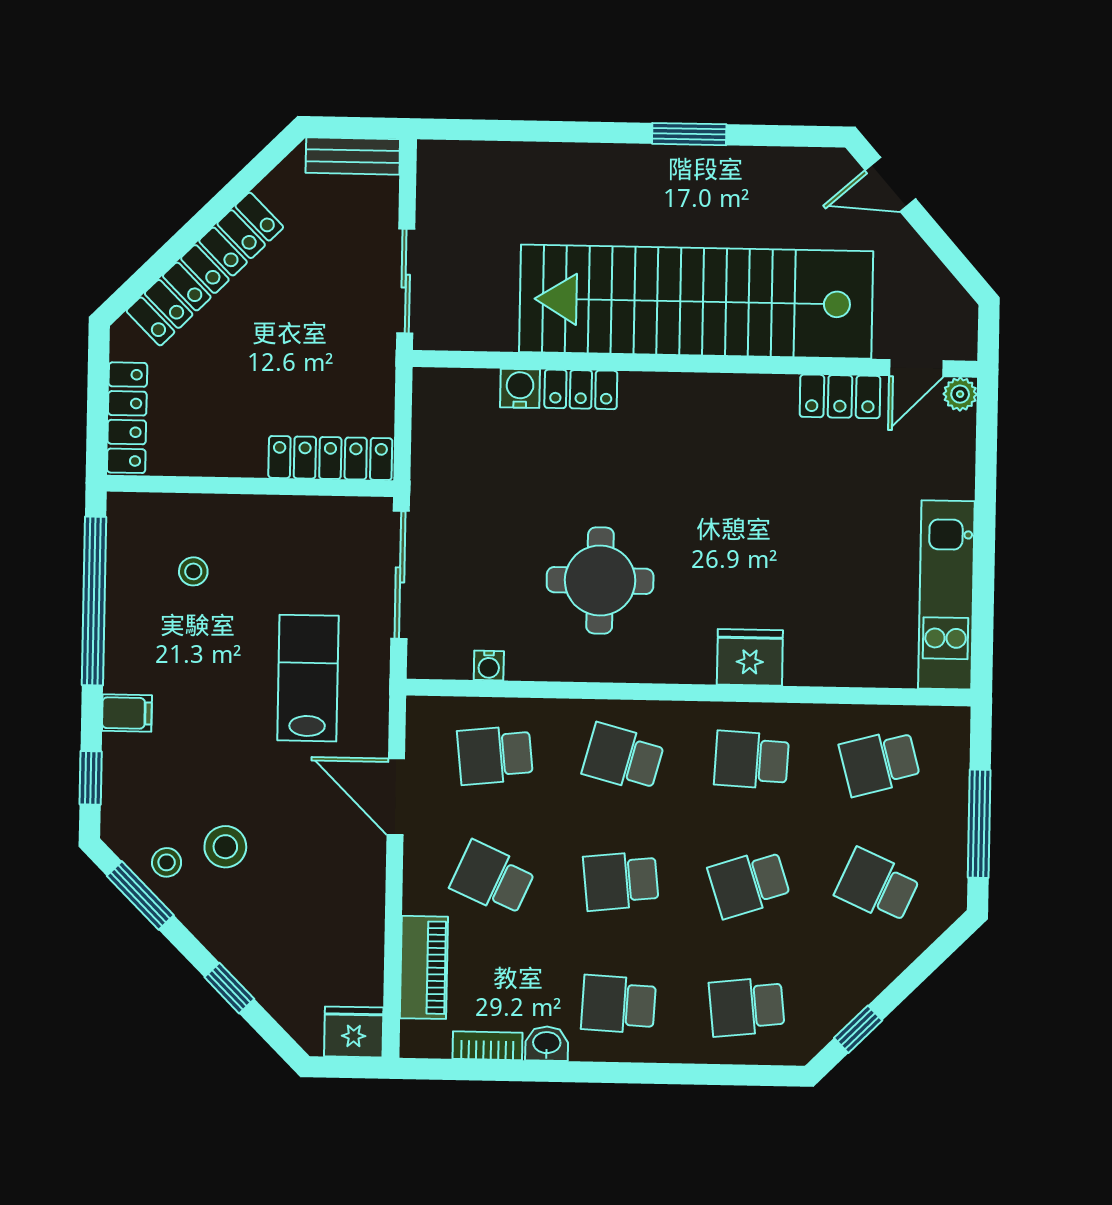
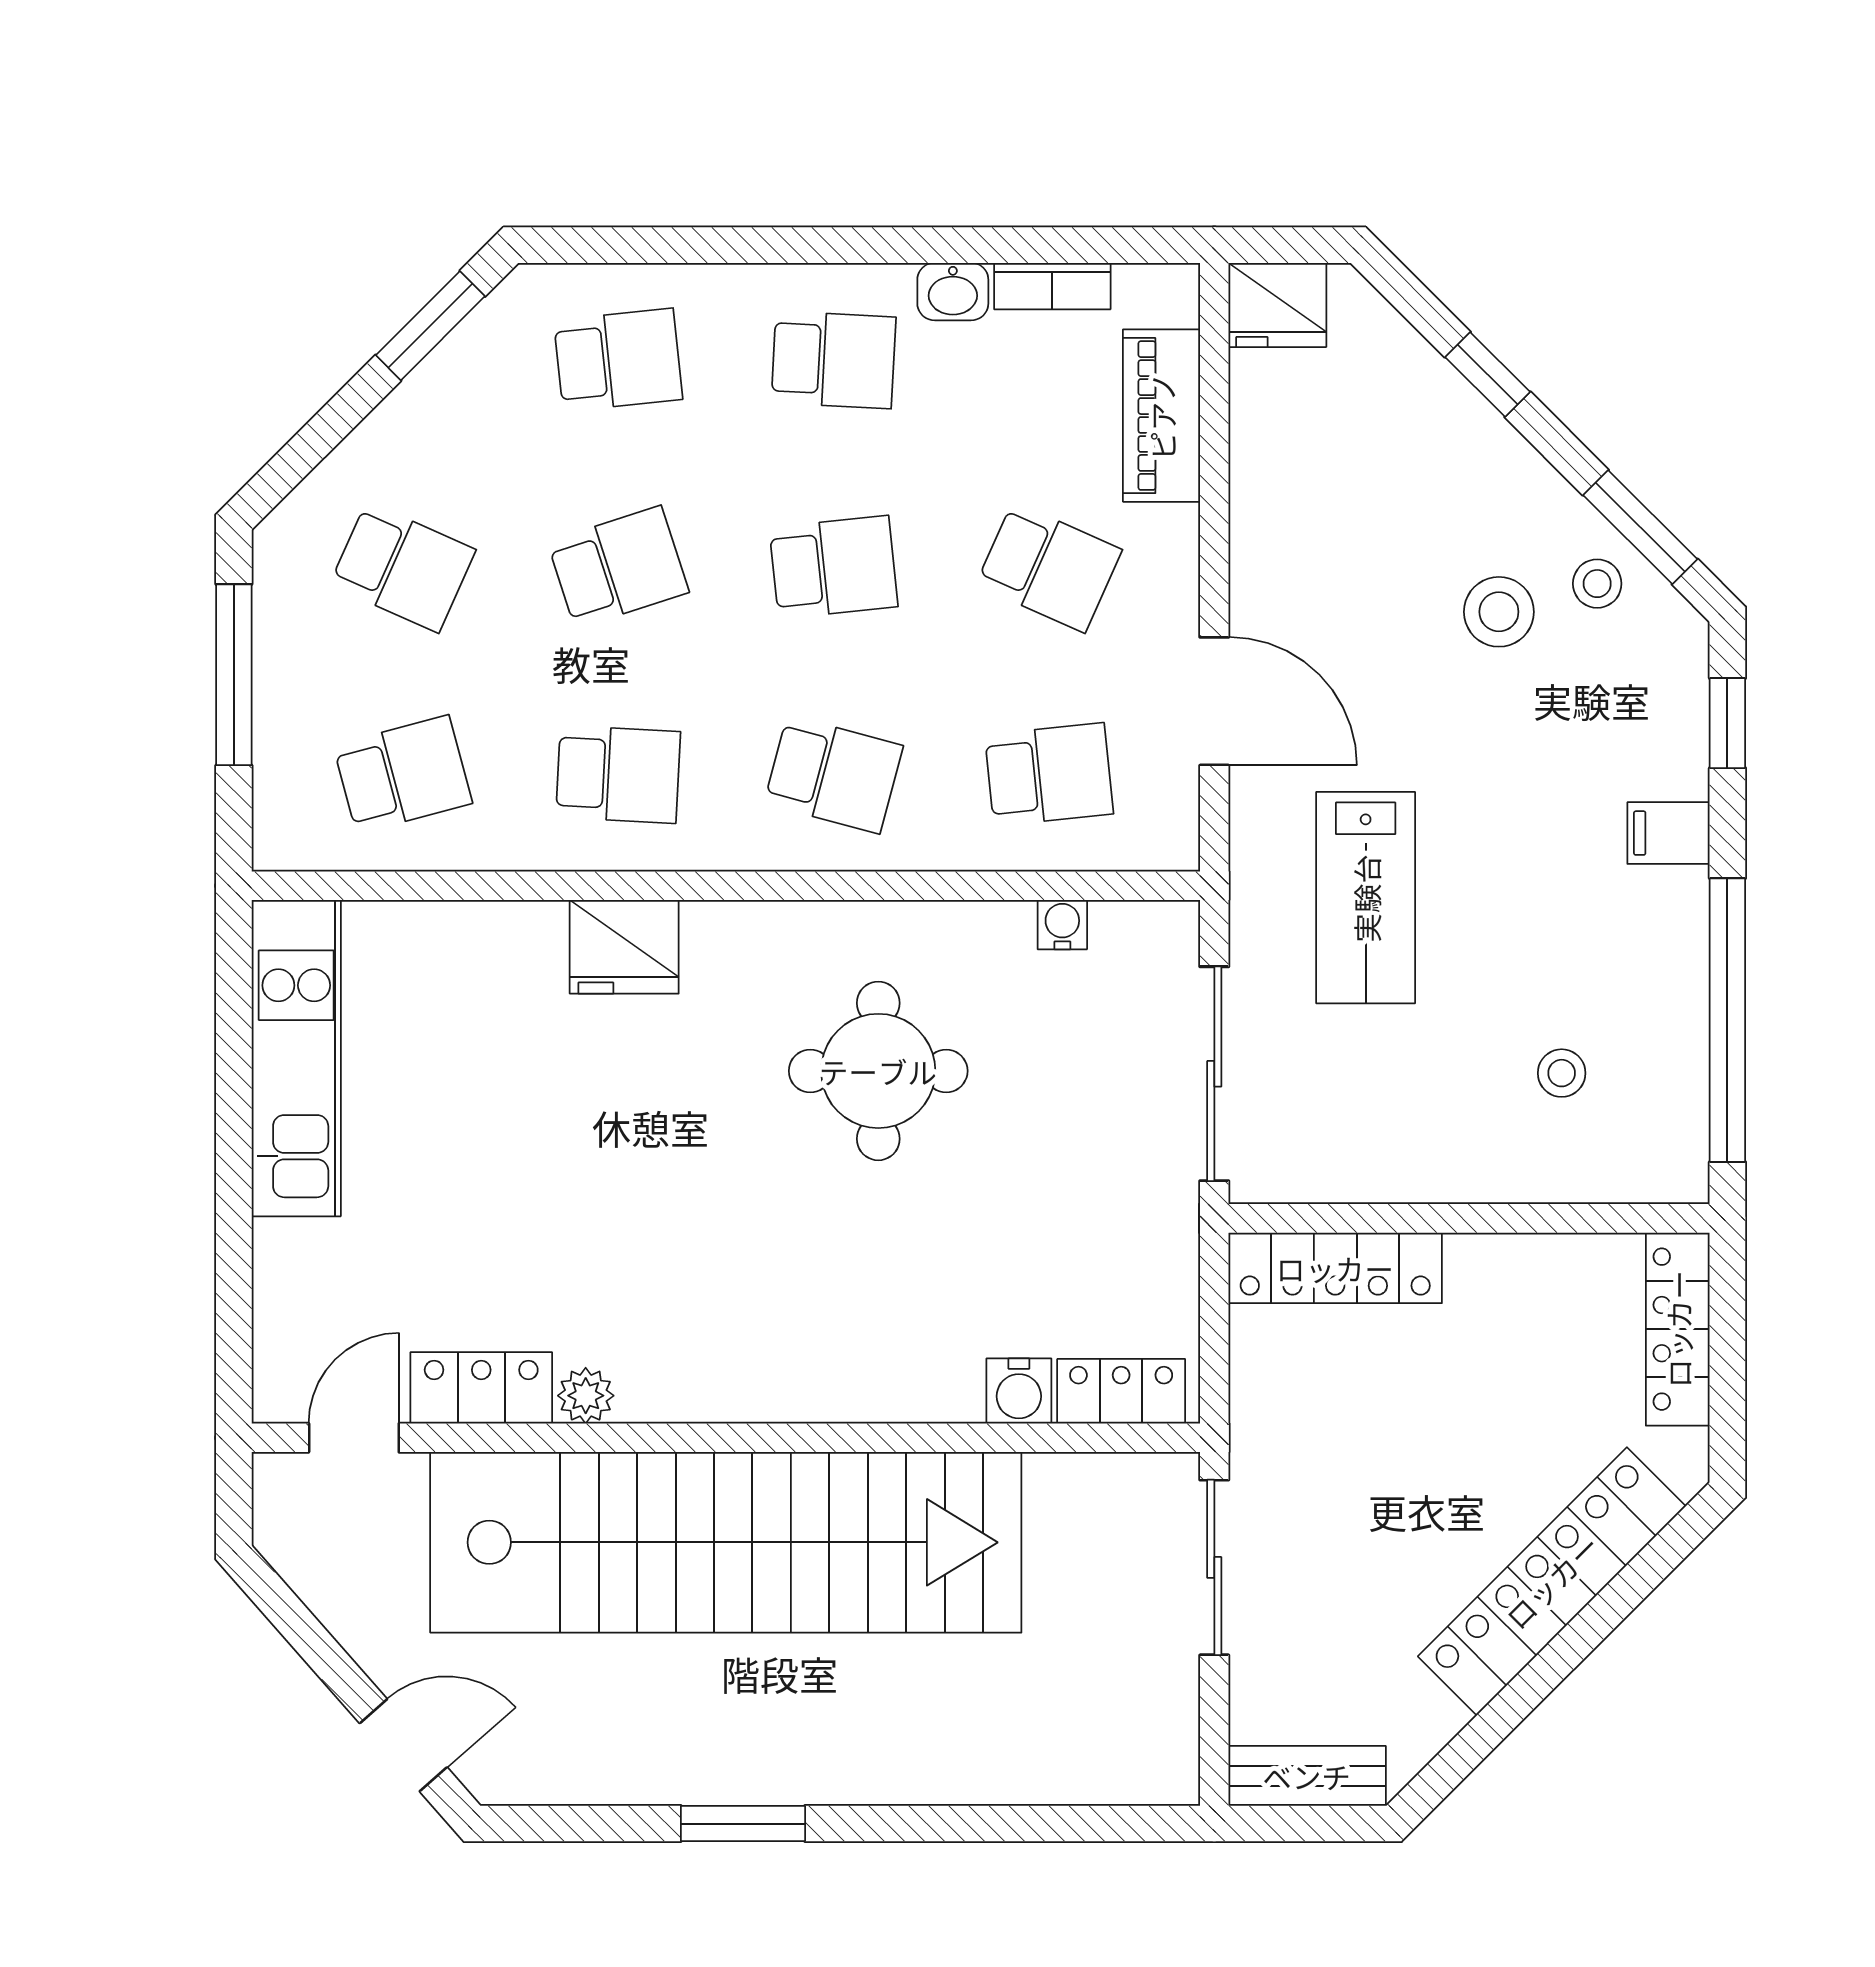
locker: (581, 389) -> (1121, 1391), moved
plant: (960, 394) -> (586, 1396), moved
window: (858, 1029) -> (430, 326), width x1.50

